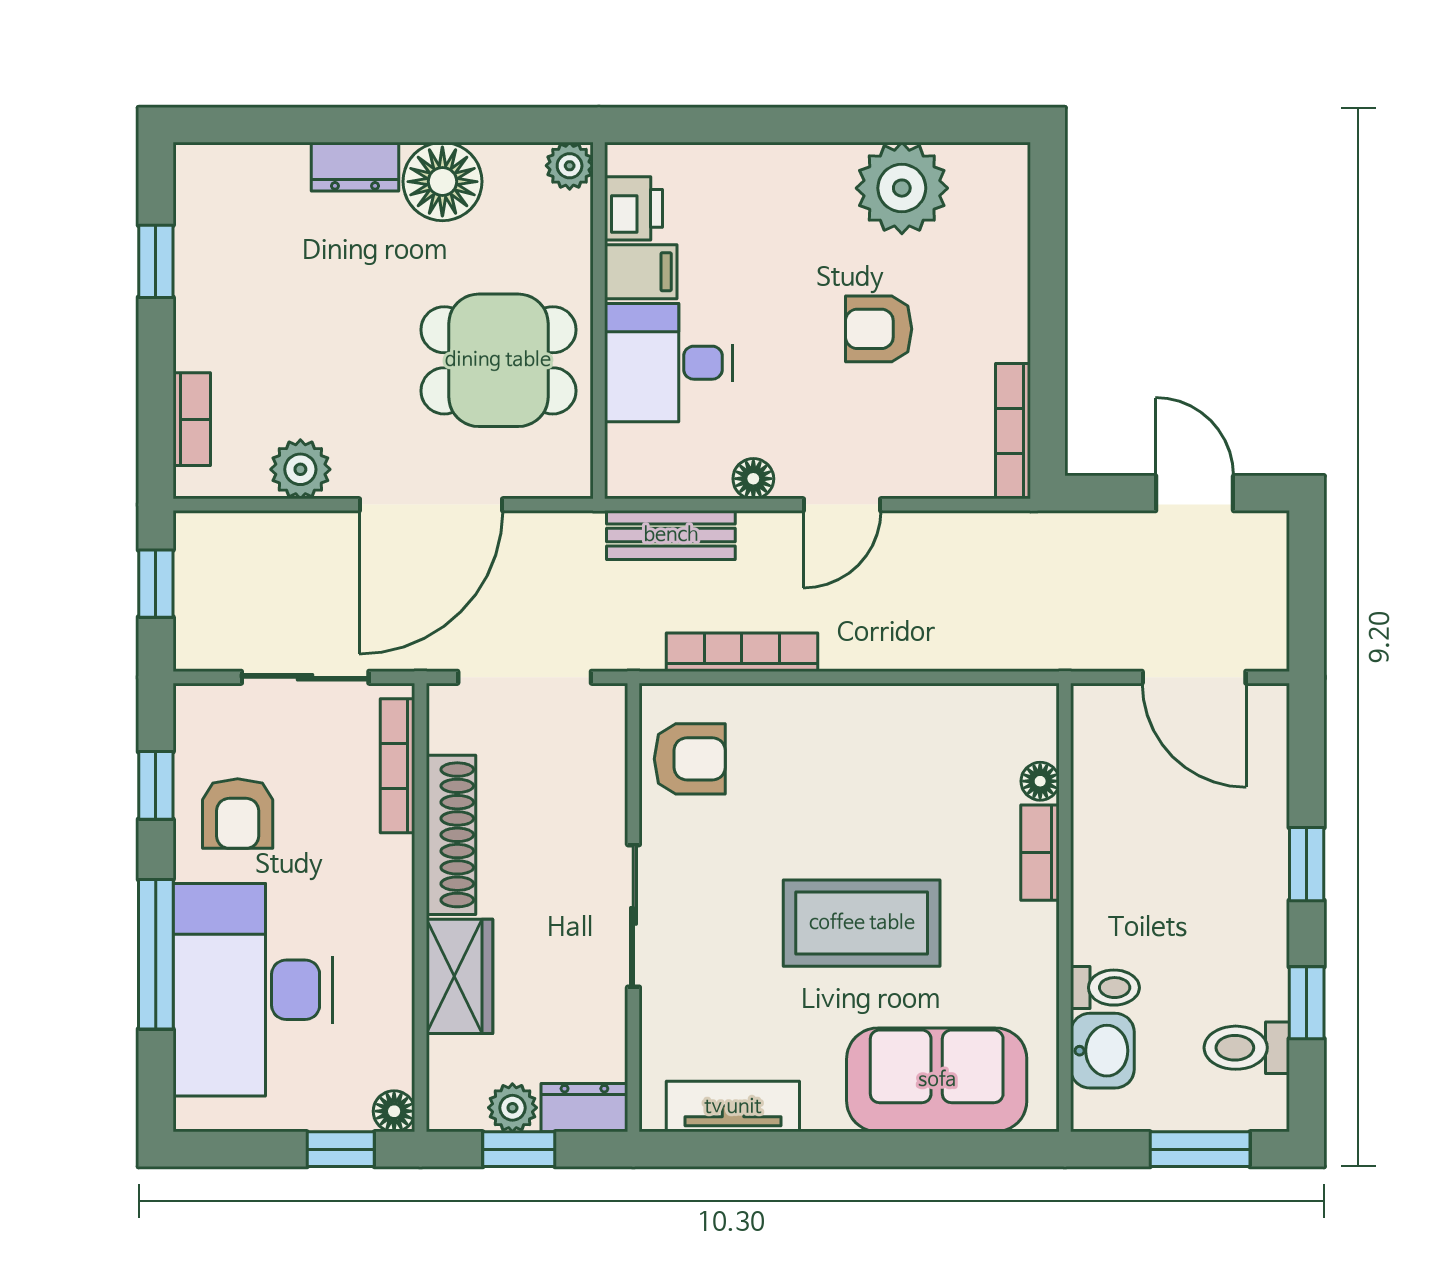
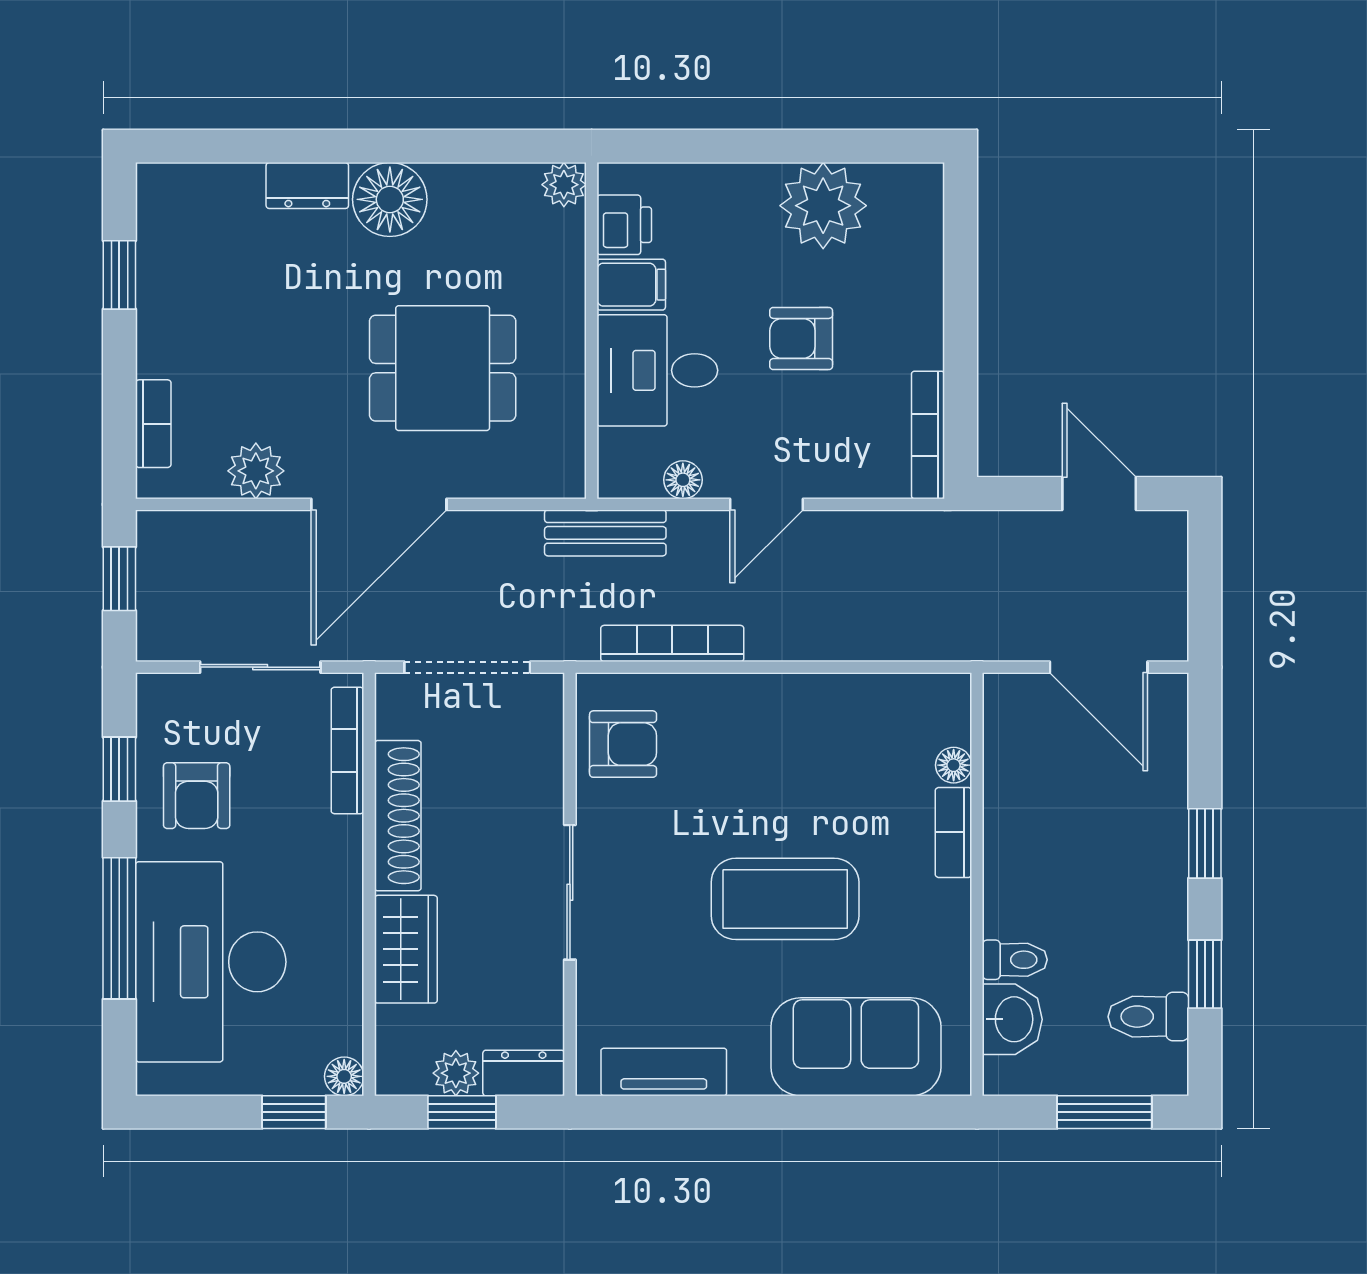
plant: (570, 166) -> (564, 185), moved
printer: (633, 208) -> (624, 225), moved
filing cabinet: (641, 272) -> (631, 285), moved
wall: (599, 321) -> (592, 331), moved
desk: (669, 363) -> (657, 370), moved

